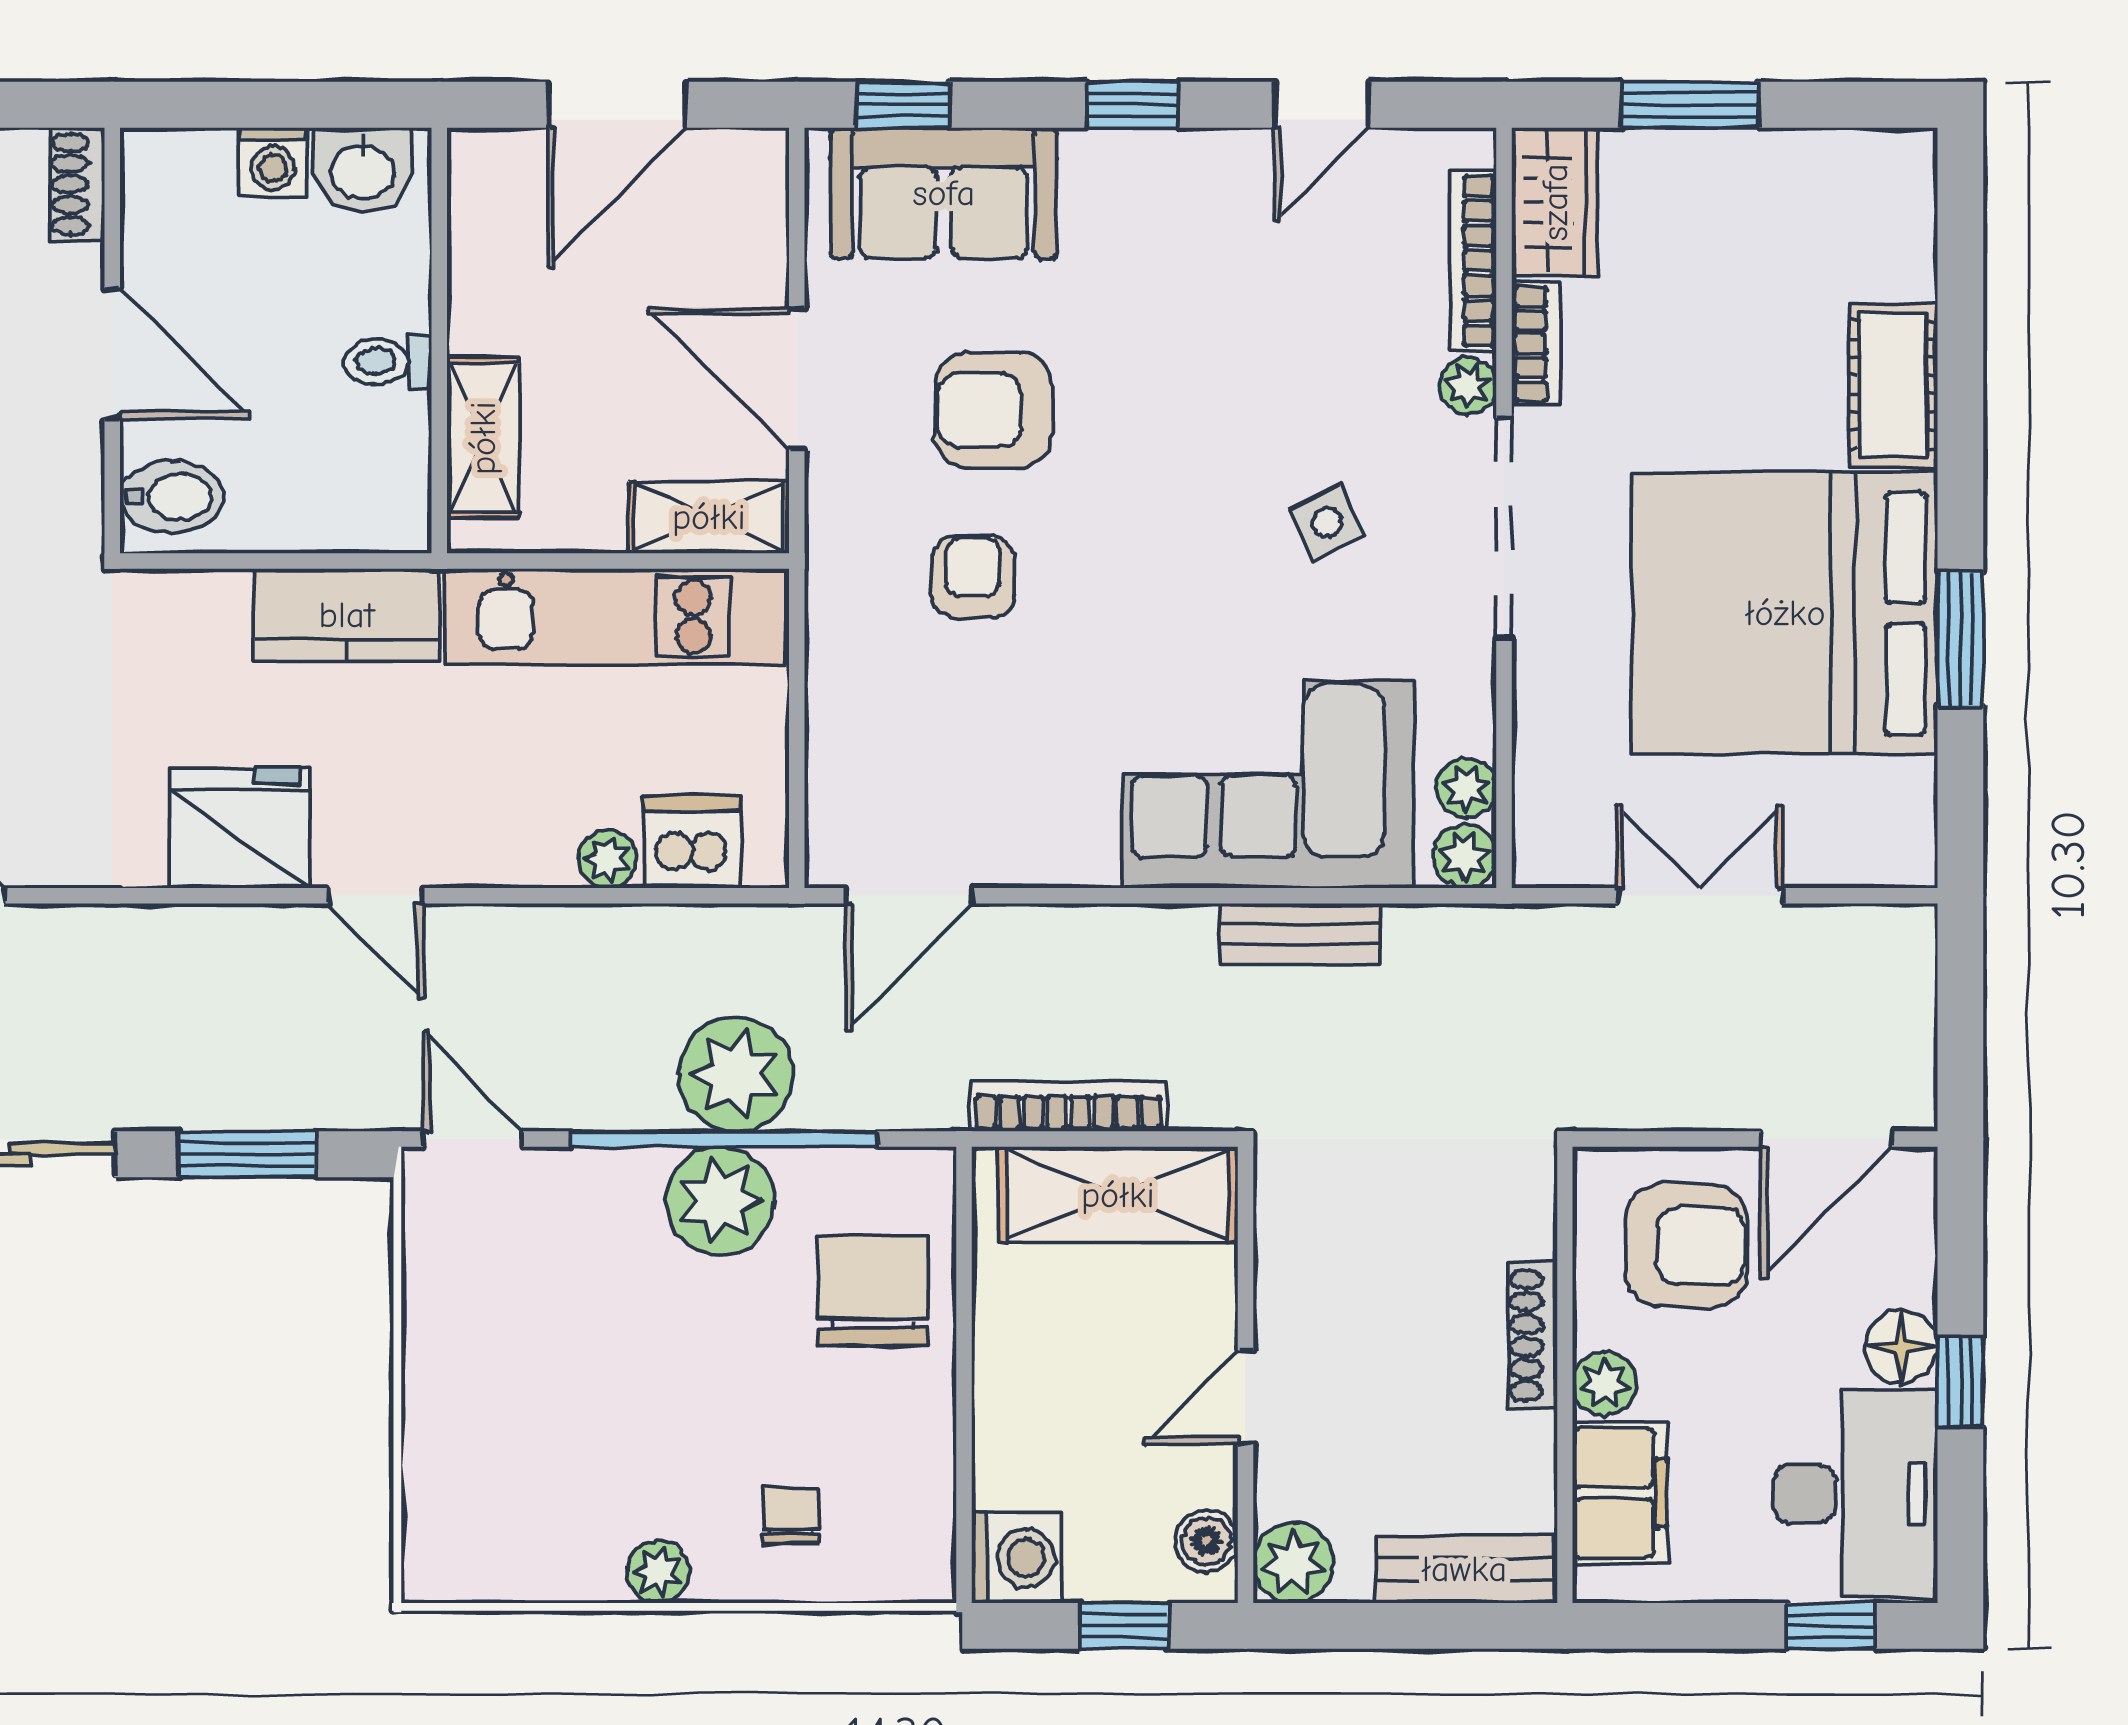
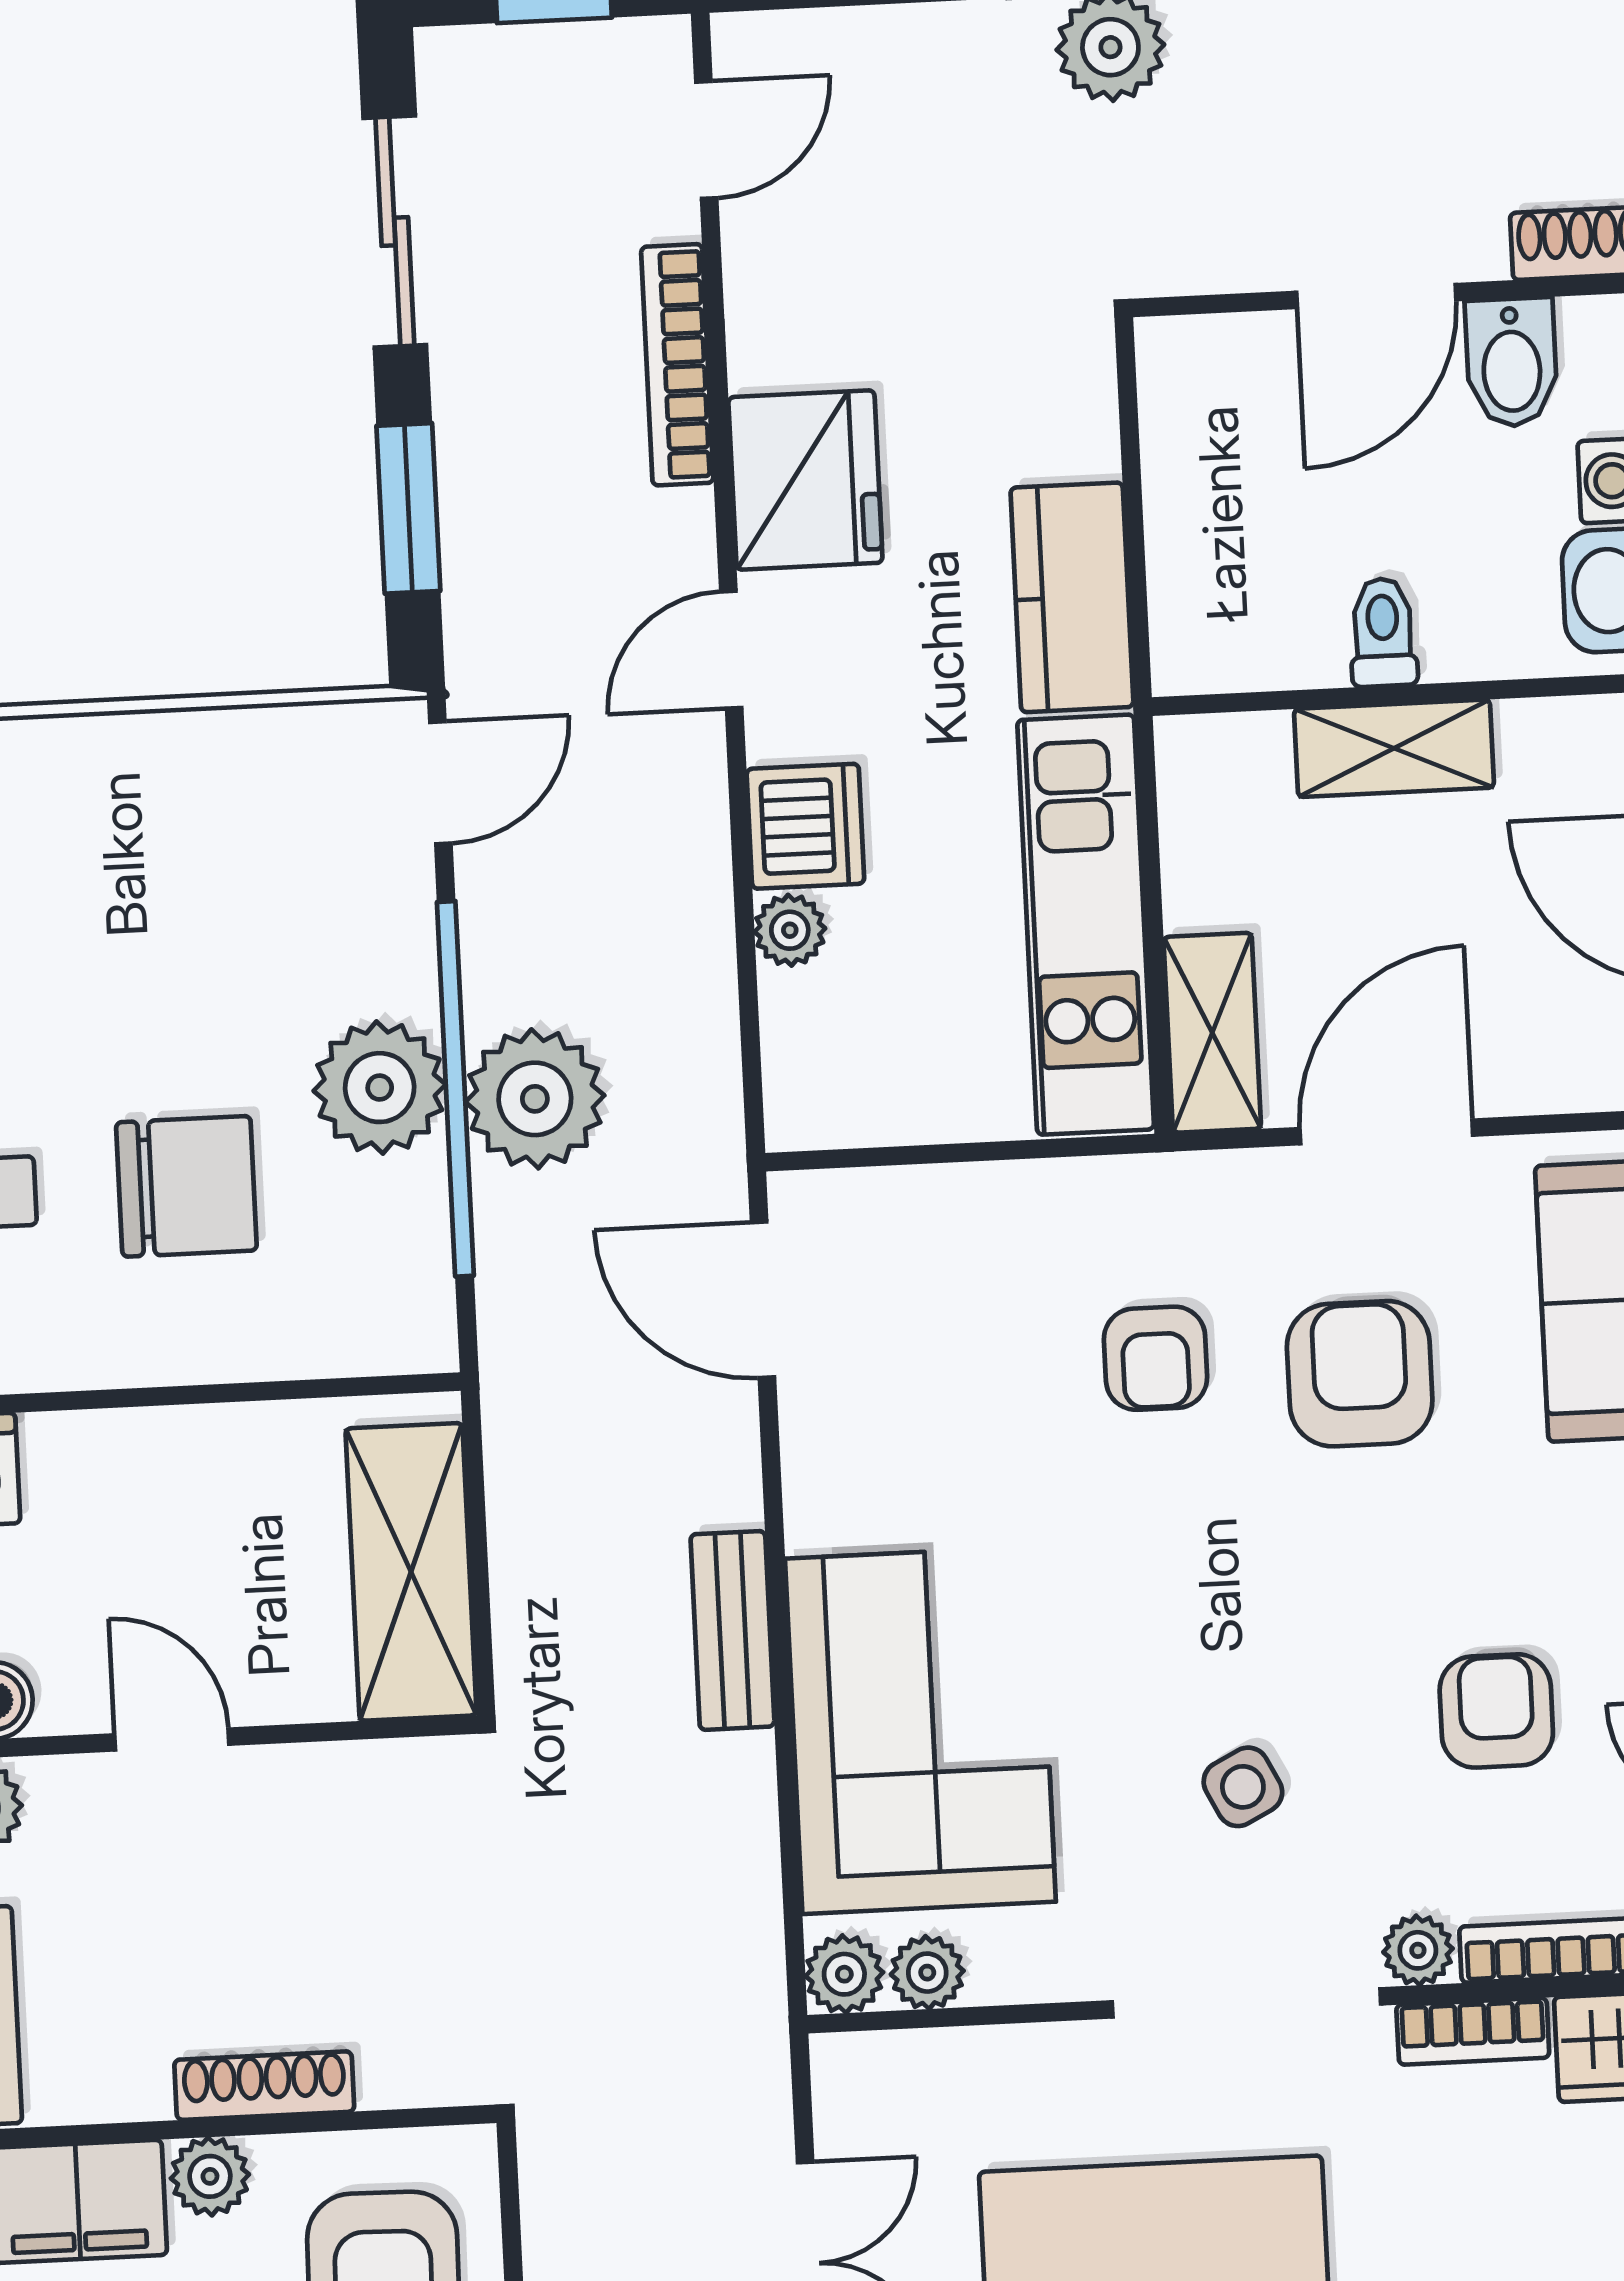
armchair: (1275, 312) -> (1496, 1711), added
shelving: (483, 438) -> (1394, 748), moved
bidet: (172, 497) -> (1511, 362), moved
armchair: (973, 577) -> (1156, 1358), turned 90
dishwasher: (692, 842) -> (805, 826), moved
bench: (1299, 934) -> (732, 1630), moved
bookcase: (1068, 1106) -> (677, 365), moved, turned 180
chair: (873, 1291) -> (186, 1186), moved

